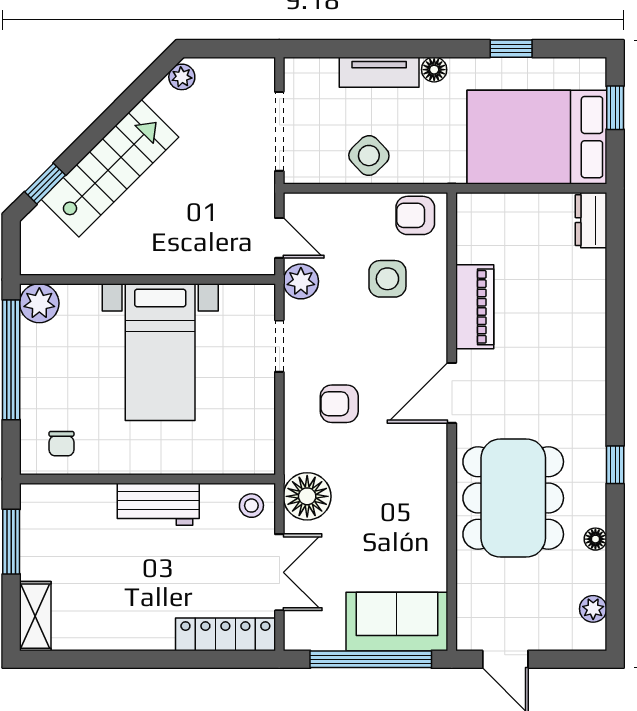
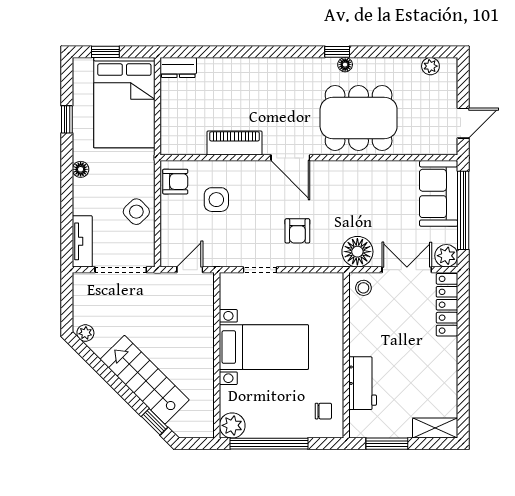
tv unit: (379, 72) -> (82, 241), moved
armchair: (415, 215) -> (175, 182), turned -90
plant: (301, 281) -> (446, 256), moved
workbench: (158, 504) -> (363, 383), moved
floor lamp: (595, 539) -> (345, 65), moved

